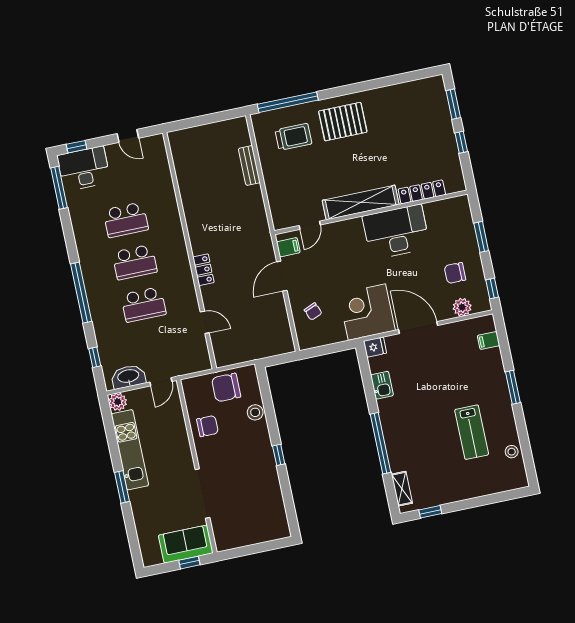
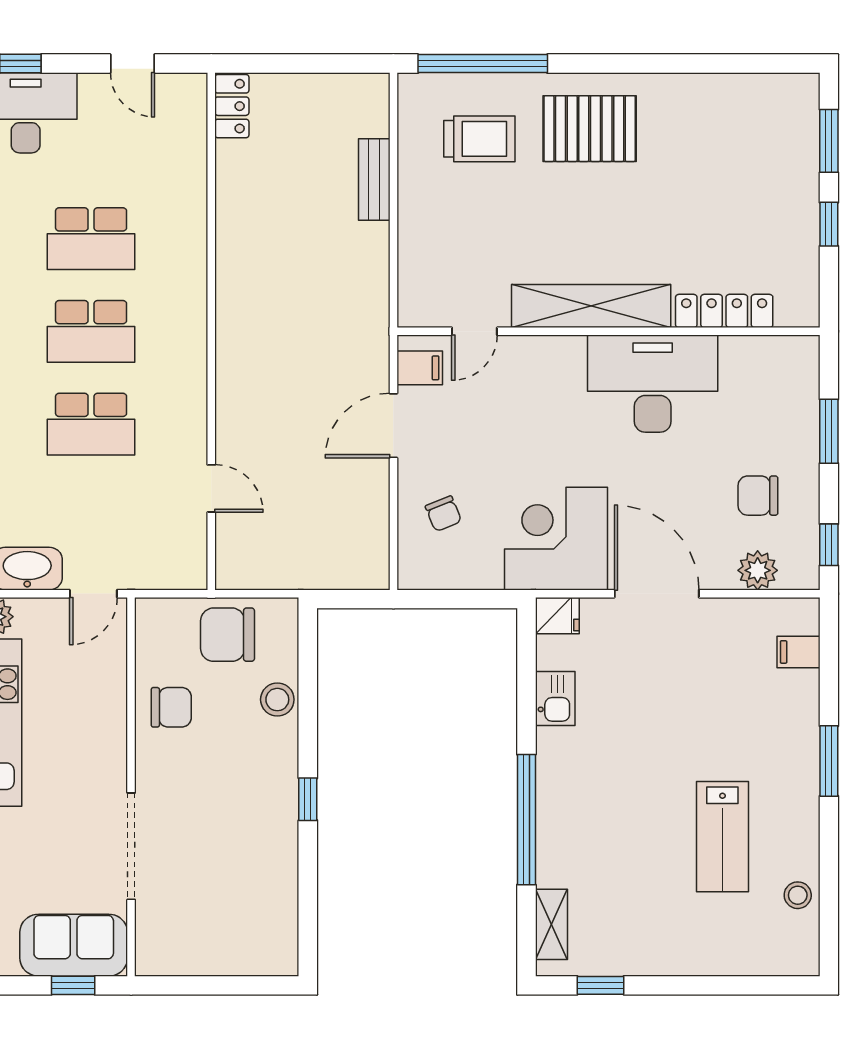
locker: (203, 270) -> (232, 106), moved

